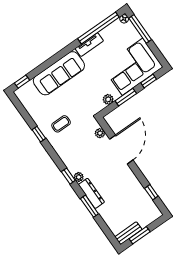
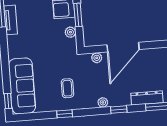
sofa: (59, 73) -> (22, 86), moved
door: (121, 149) -> (123, 47), swing flipped
plant: (79, 177) -> (103, 102), moved

